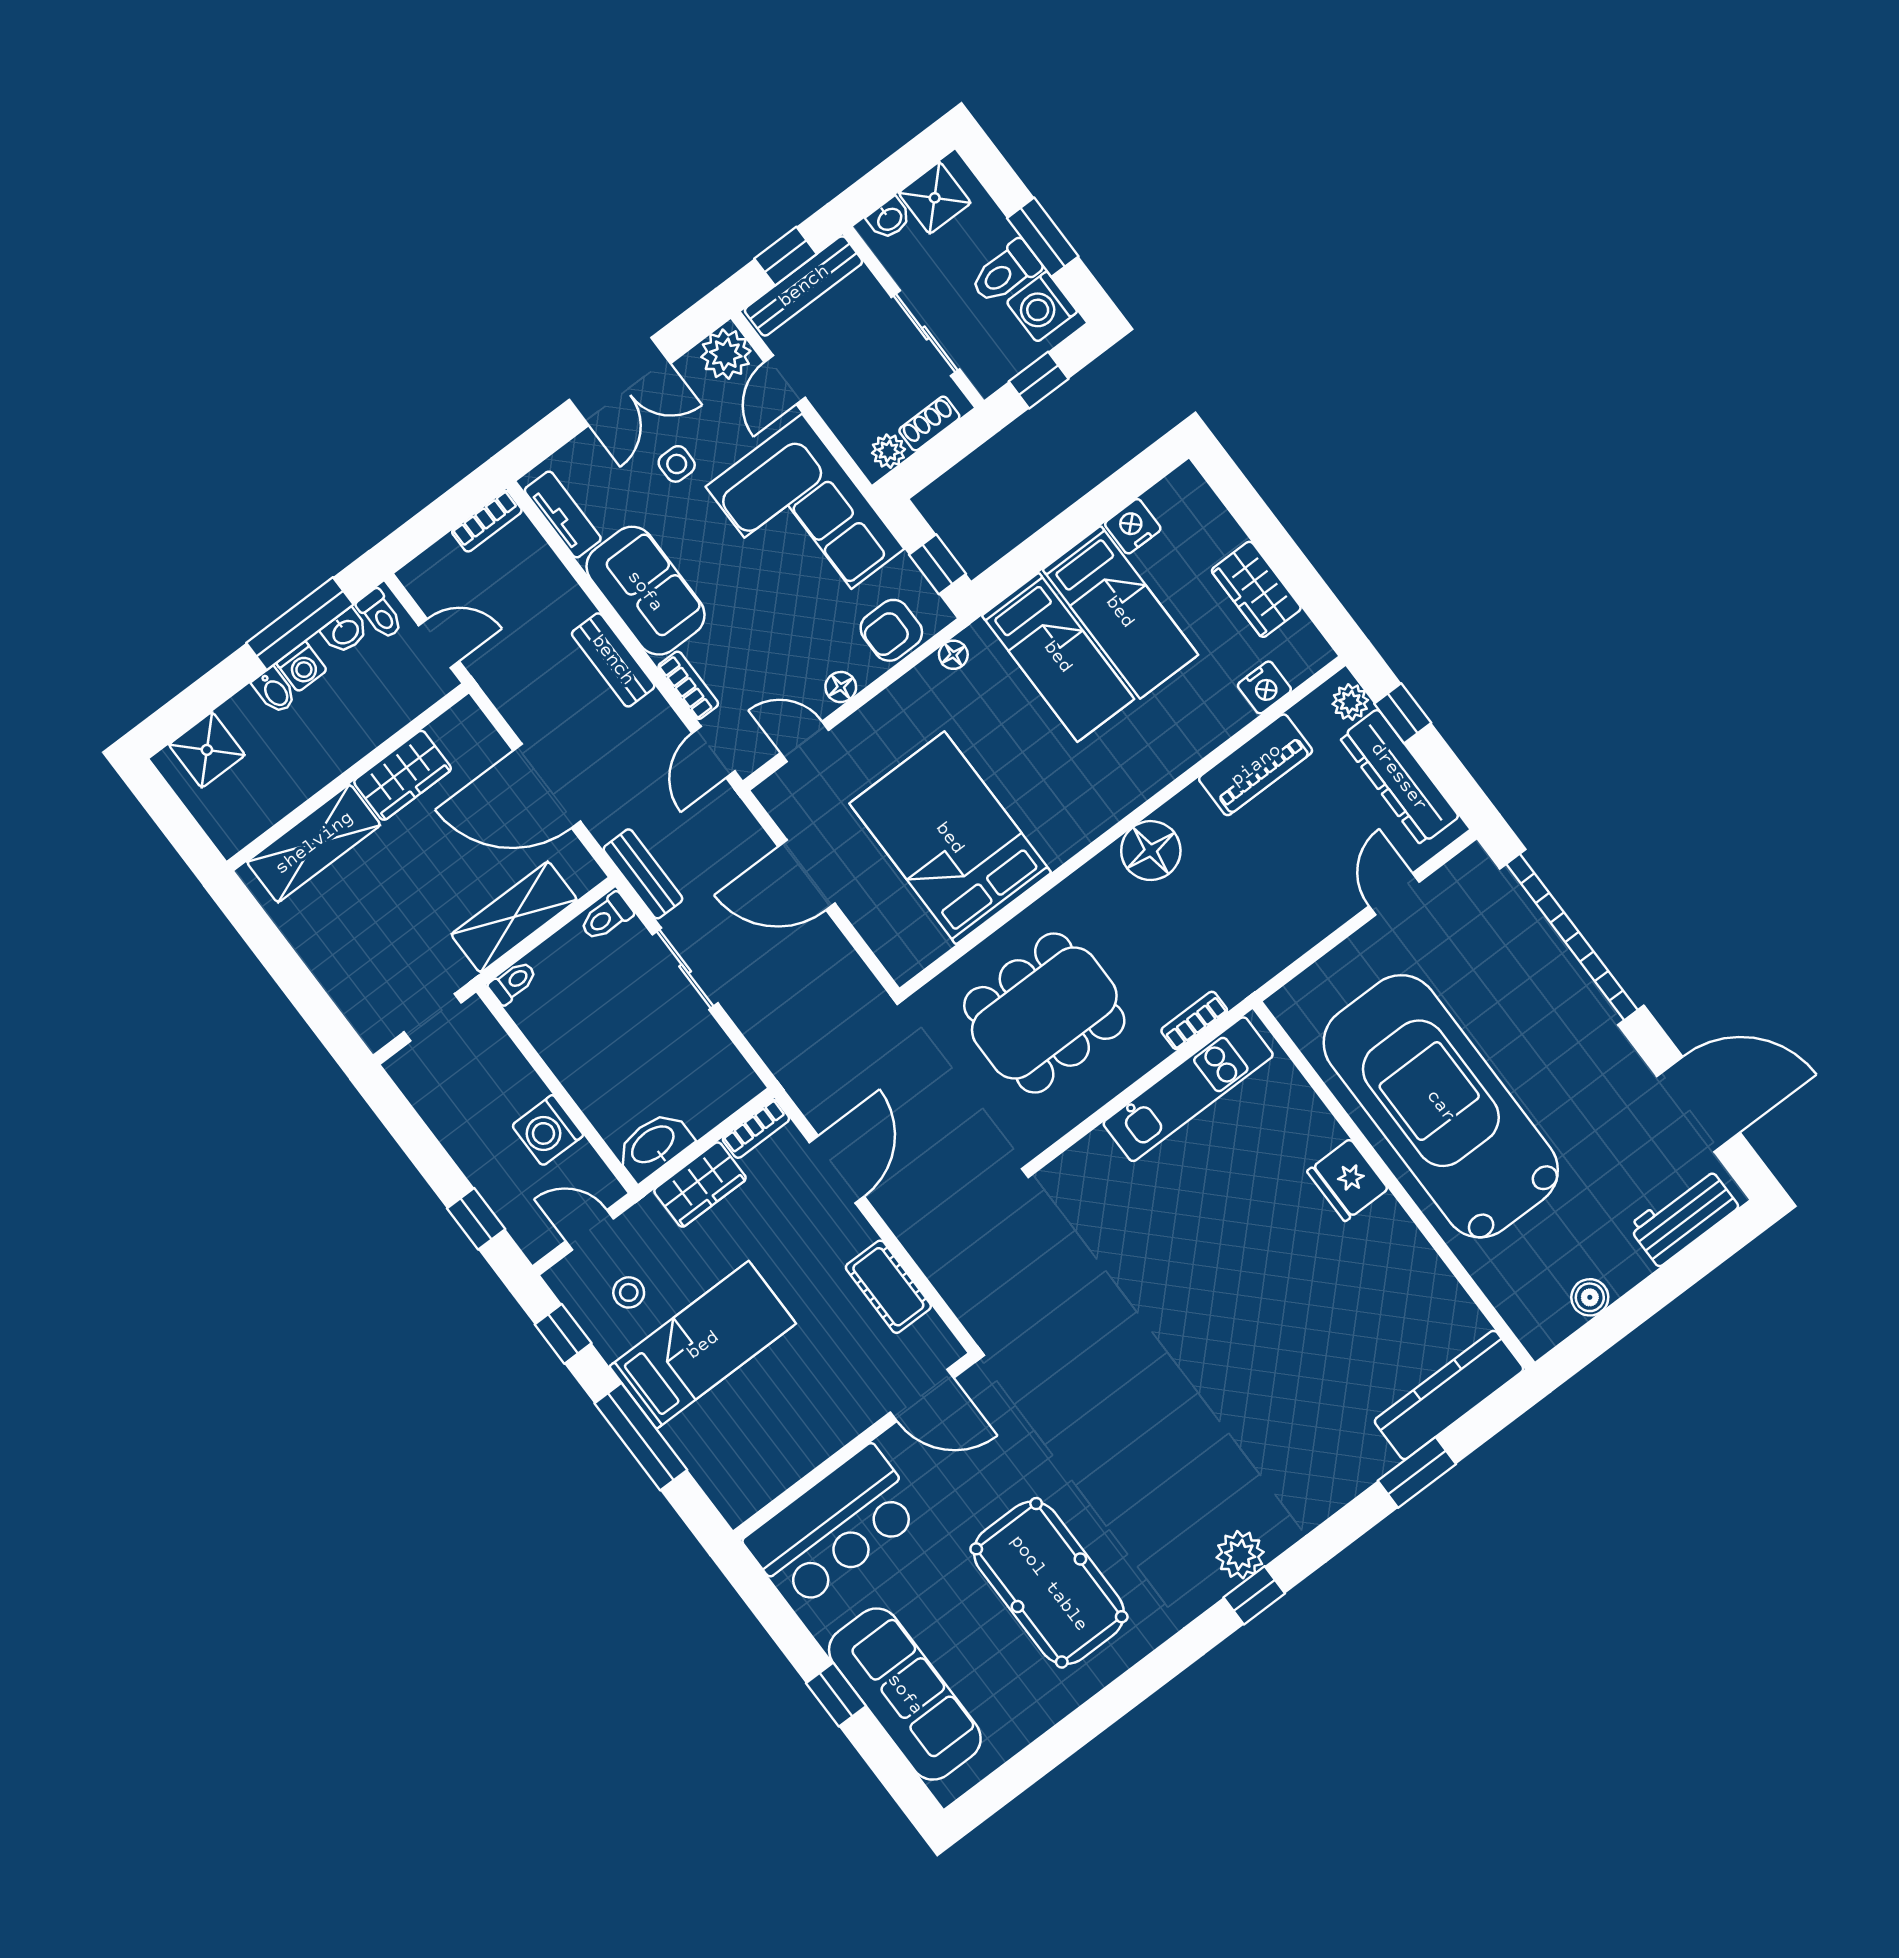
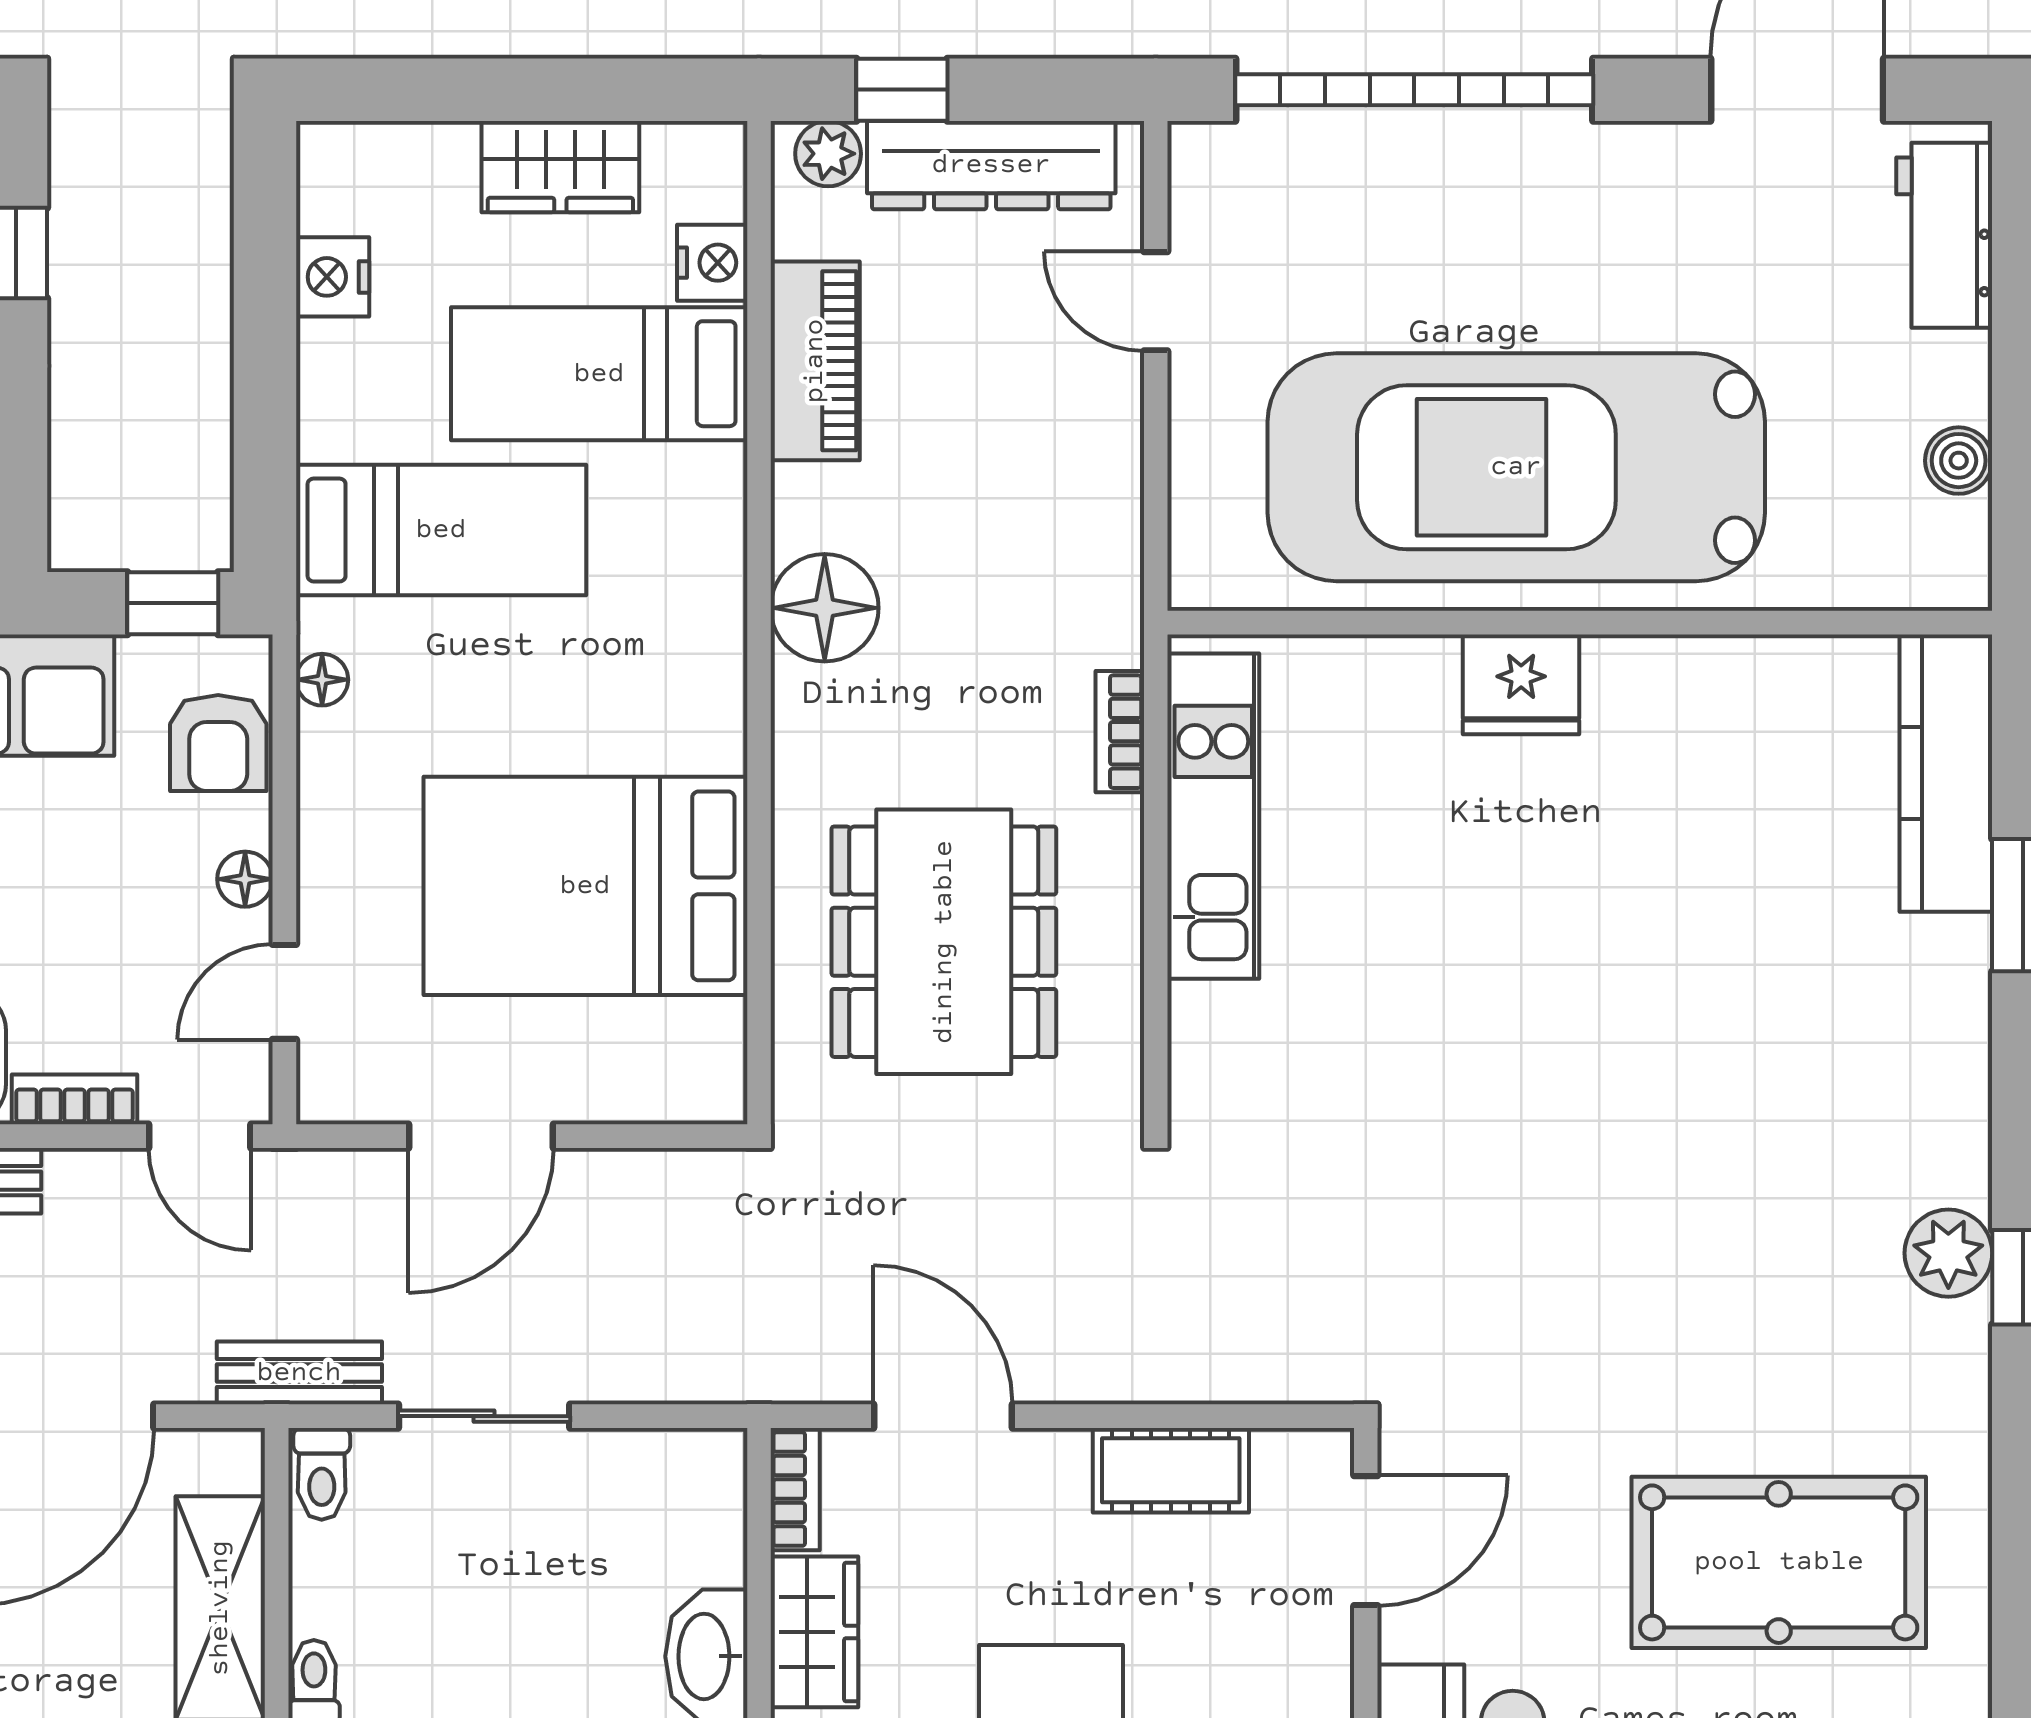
bed: (1120, 612) -> (599, 374), moved, turned 180

